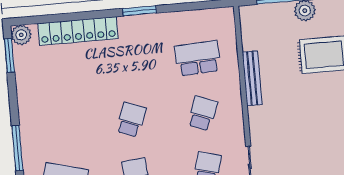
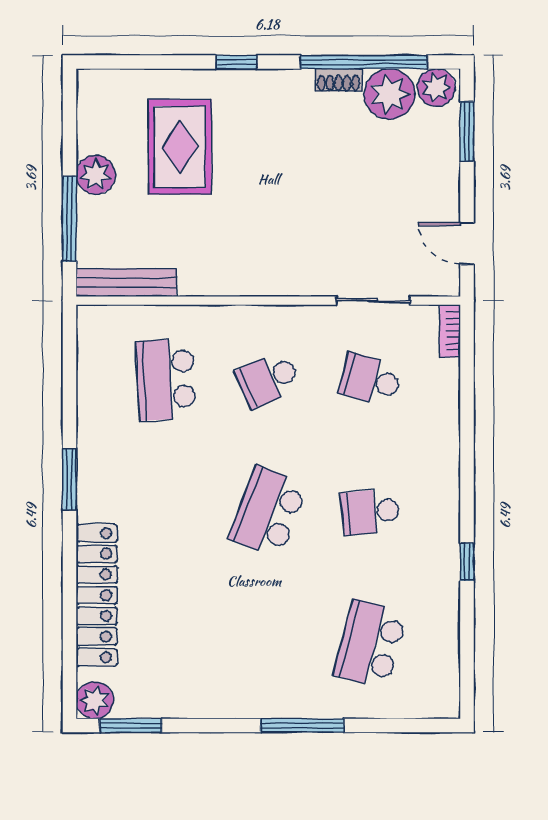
bench: (252, 78) -> (126, 283), moved
school desk: (202, 113) -> (268, 380), turned -45
school desk: (131, 120) -> (268, 512), width x1.85

